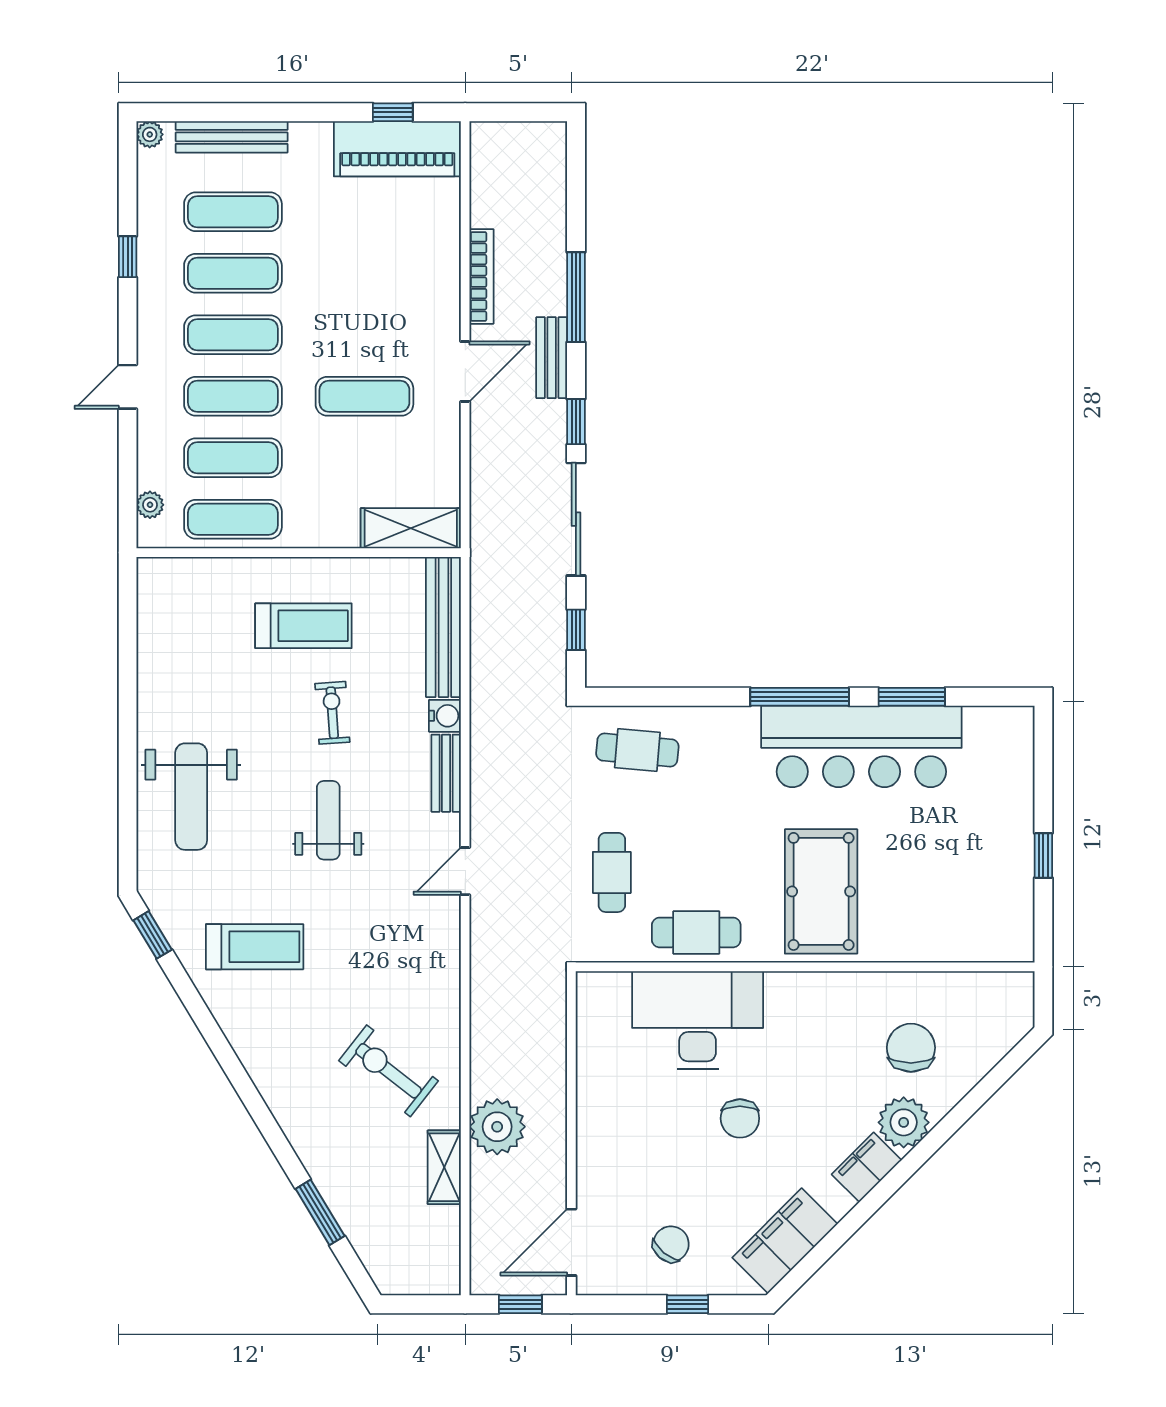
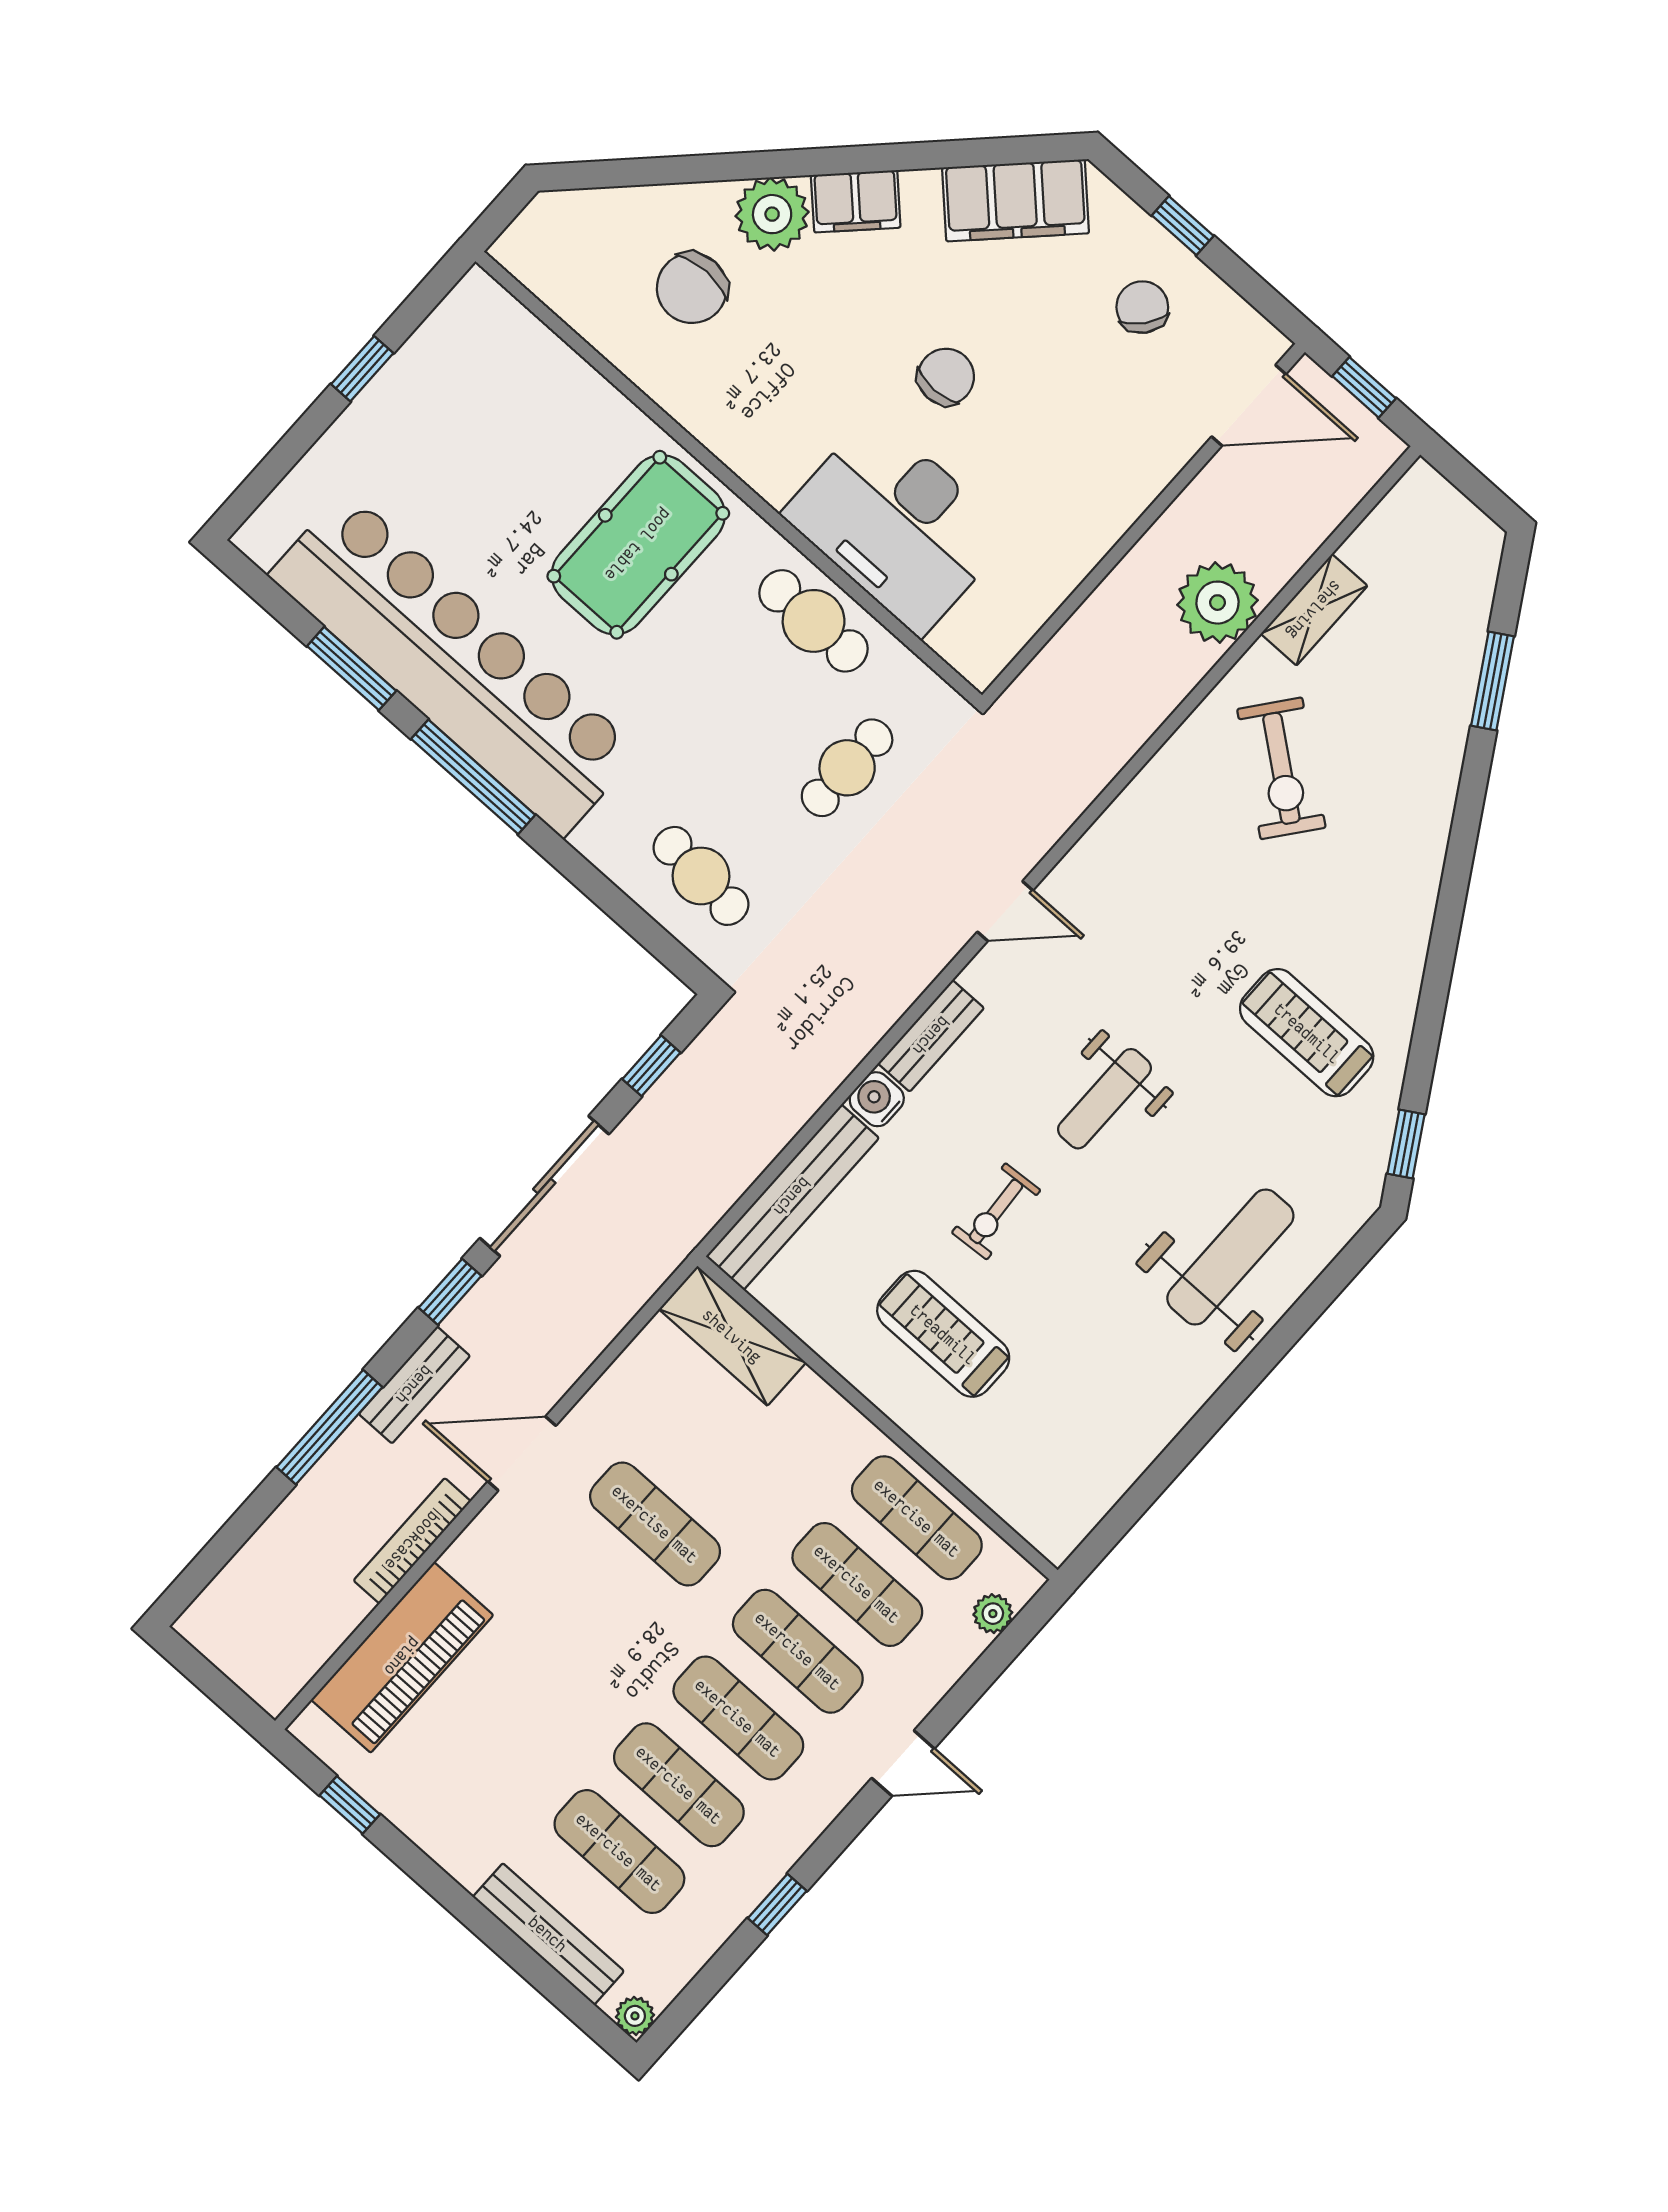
piano: (397, 149) -> (402, 1657), moved, turned 90
bar counter: (861, 746) -> (454, 663), width x1.36
chair: (671, 1244) -> (1142, 307), turned 89

